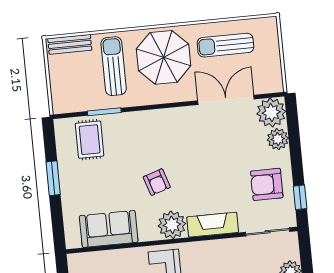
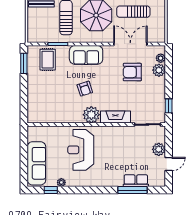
plant: (271, 113) -> (161, 58), width x0.53, depth x0.53
window: (53, 178) -> (24, 63), moved
armchair: (267, 184) -> (132, 72), moved
sofa: (109, 229) -> (86, 55), moved, turned 180

